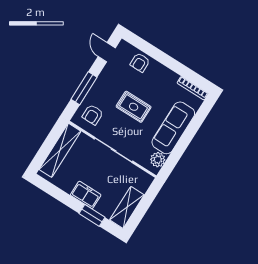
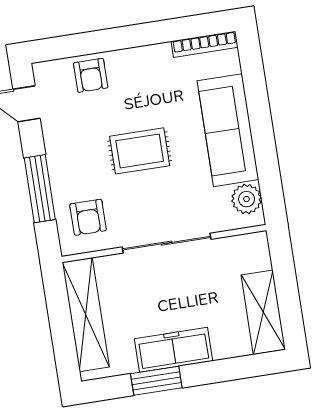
freezer: (86, 195) -> (174, 350), width x1.40
window: (92, 215) -> (156, 381), moved

